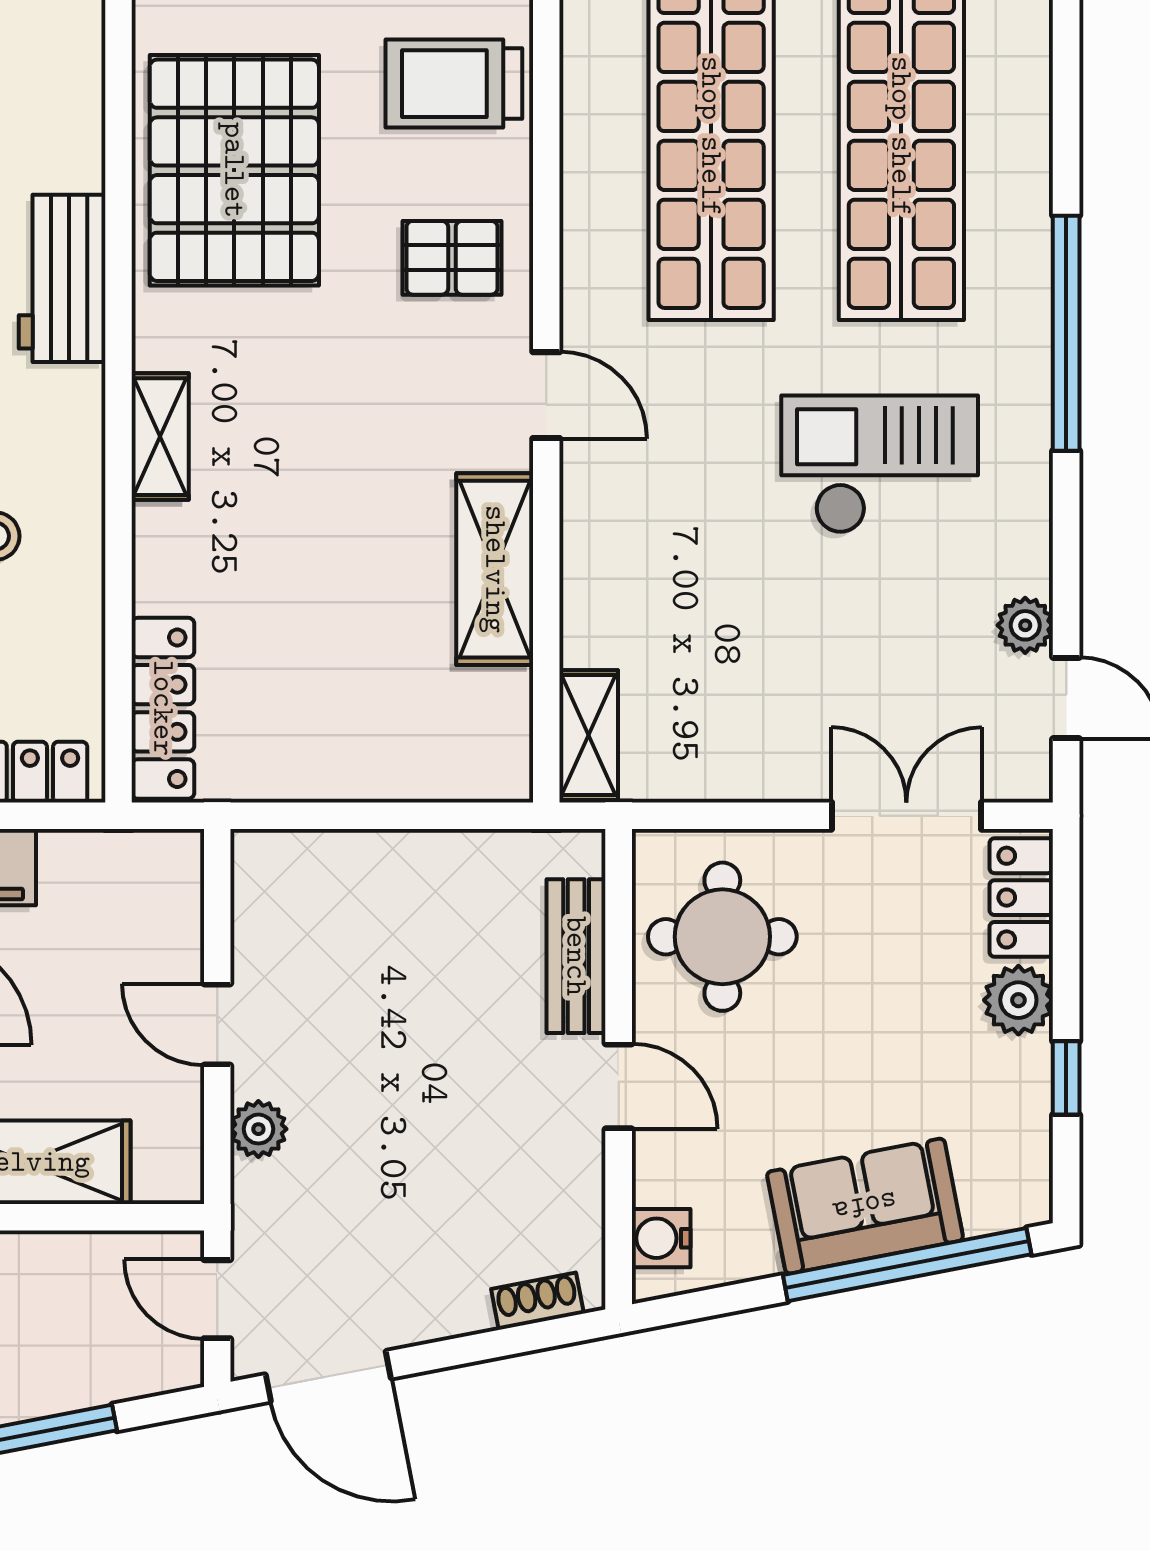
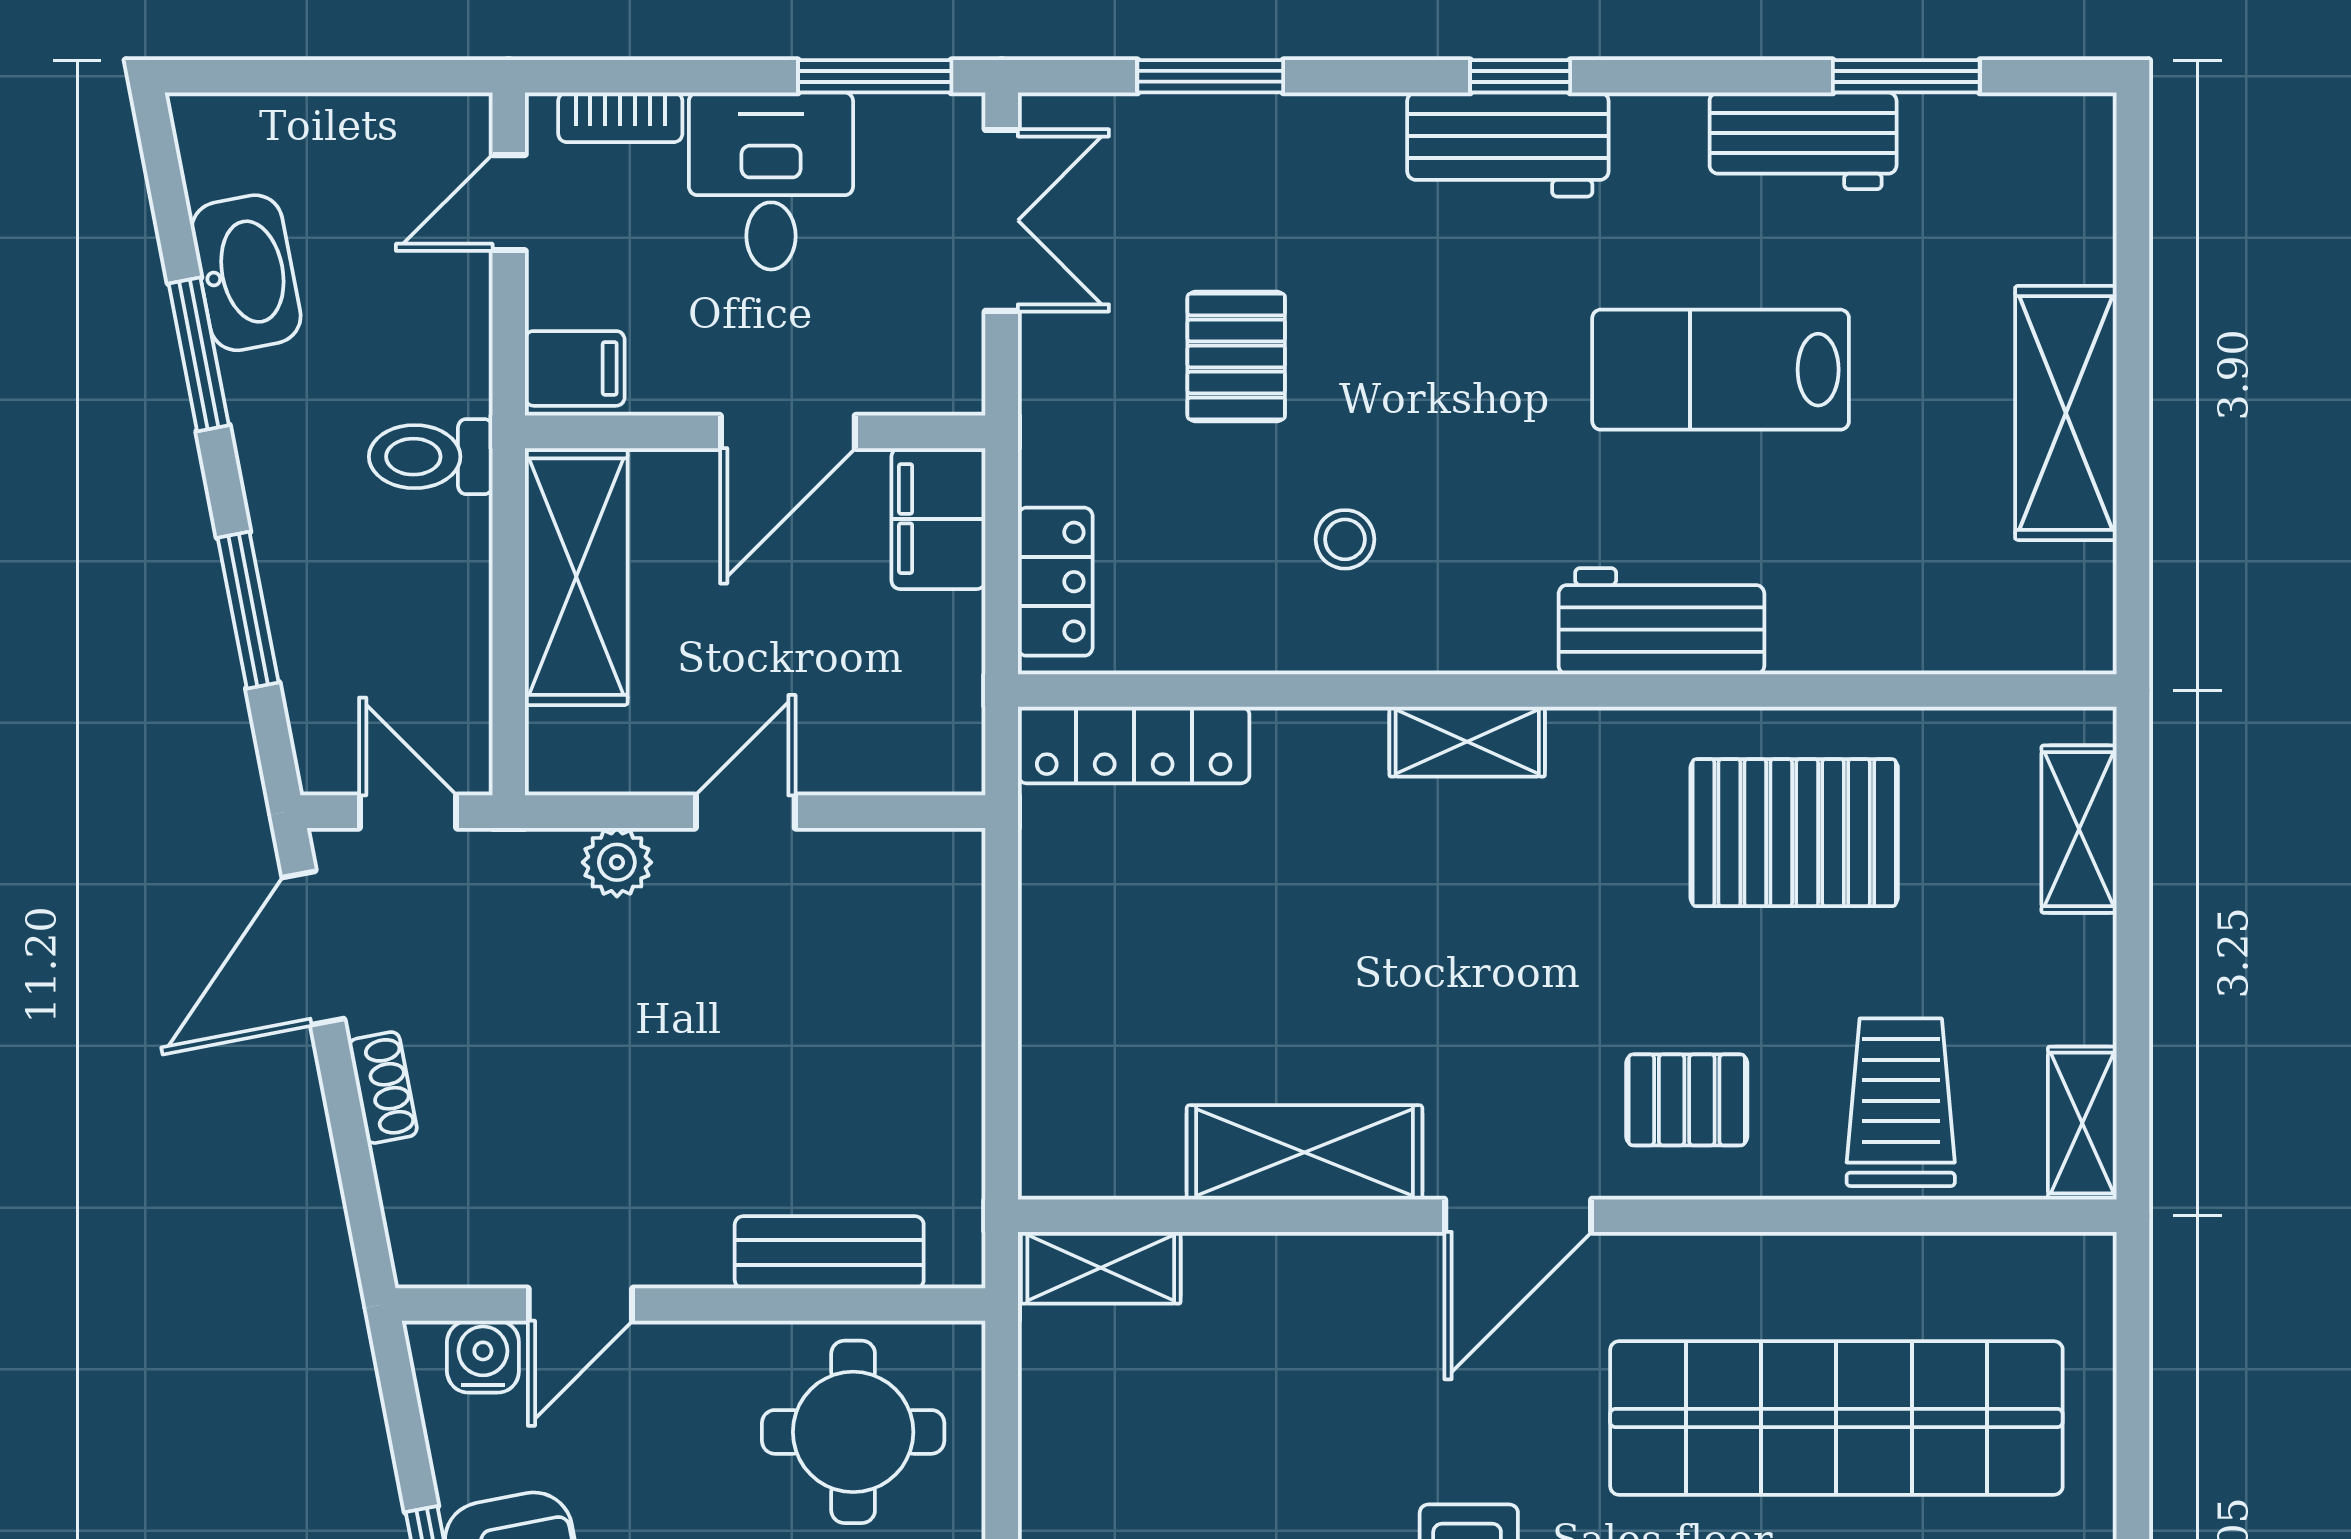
pallet: (234, 170) -> (1794, 833), width x0.73, depth x0.71
pallet: (452, 258) -> (1687, 1100), turned 90
door: (546, 395) -> (1518, 1216), width x1.38
door: (619, 1086) -> (580, 1305), moved
door: (217, 1299) -> (408, 812), hinge flipped
shoe rack: (537, 1301) -> (383, 1088), moved

